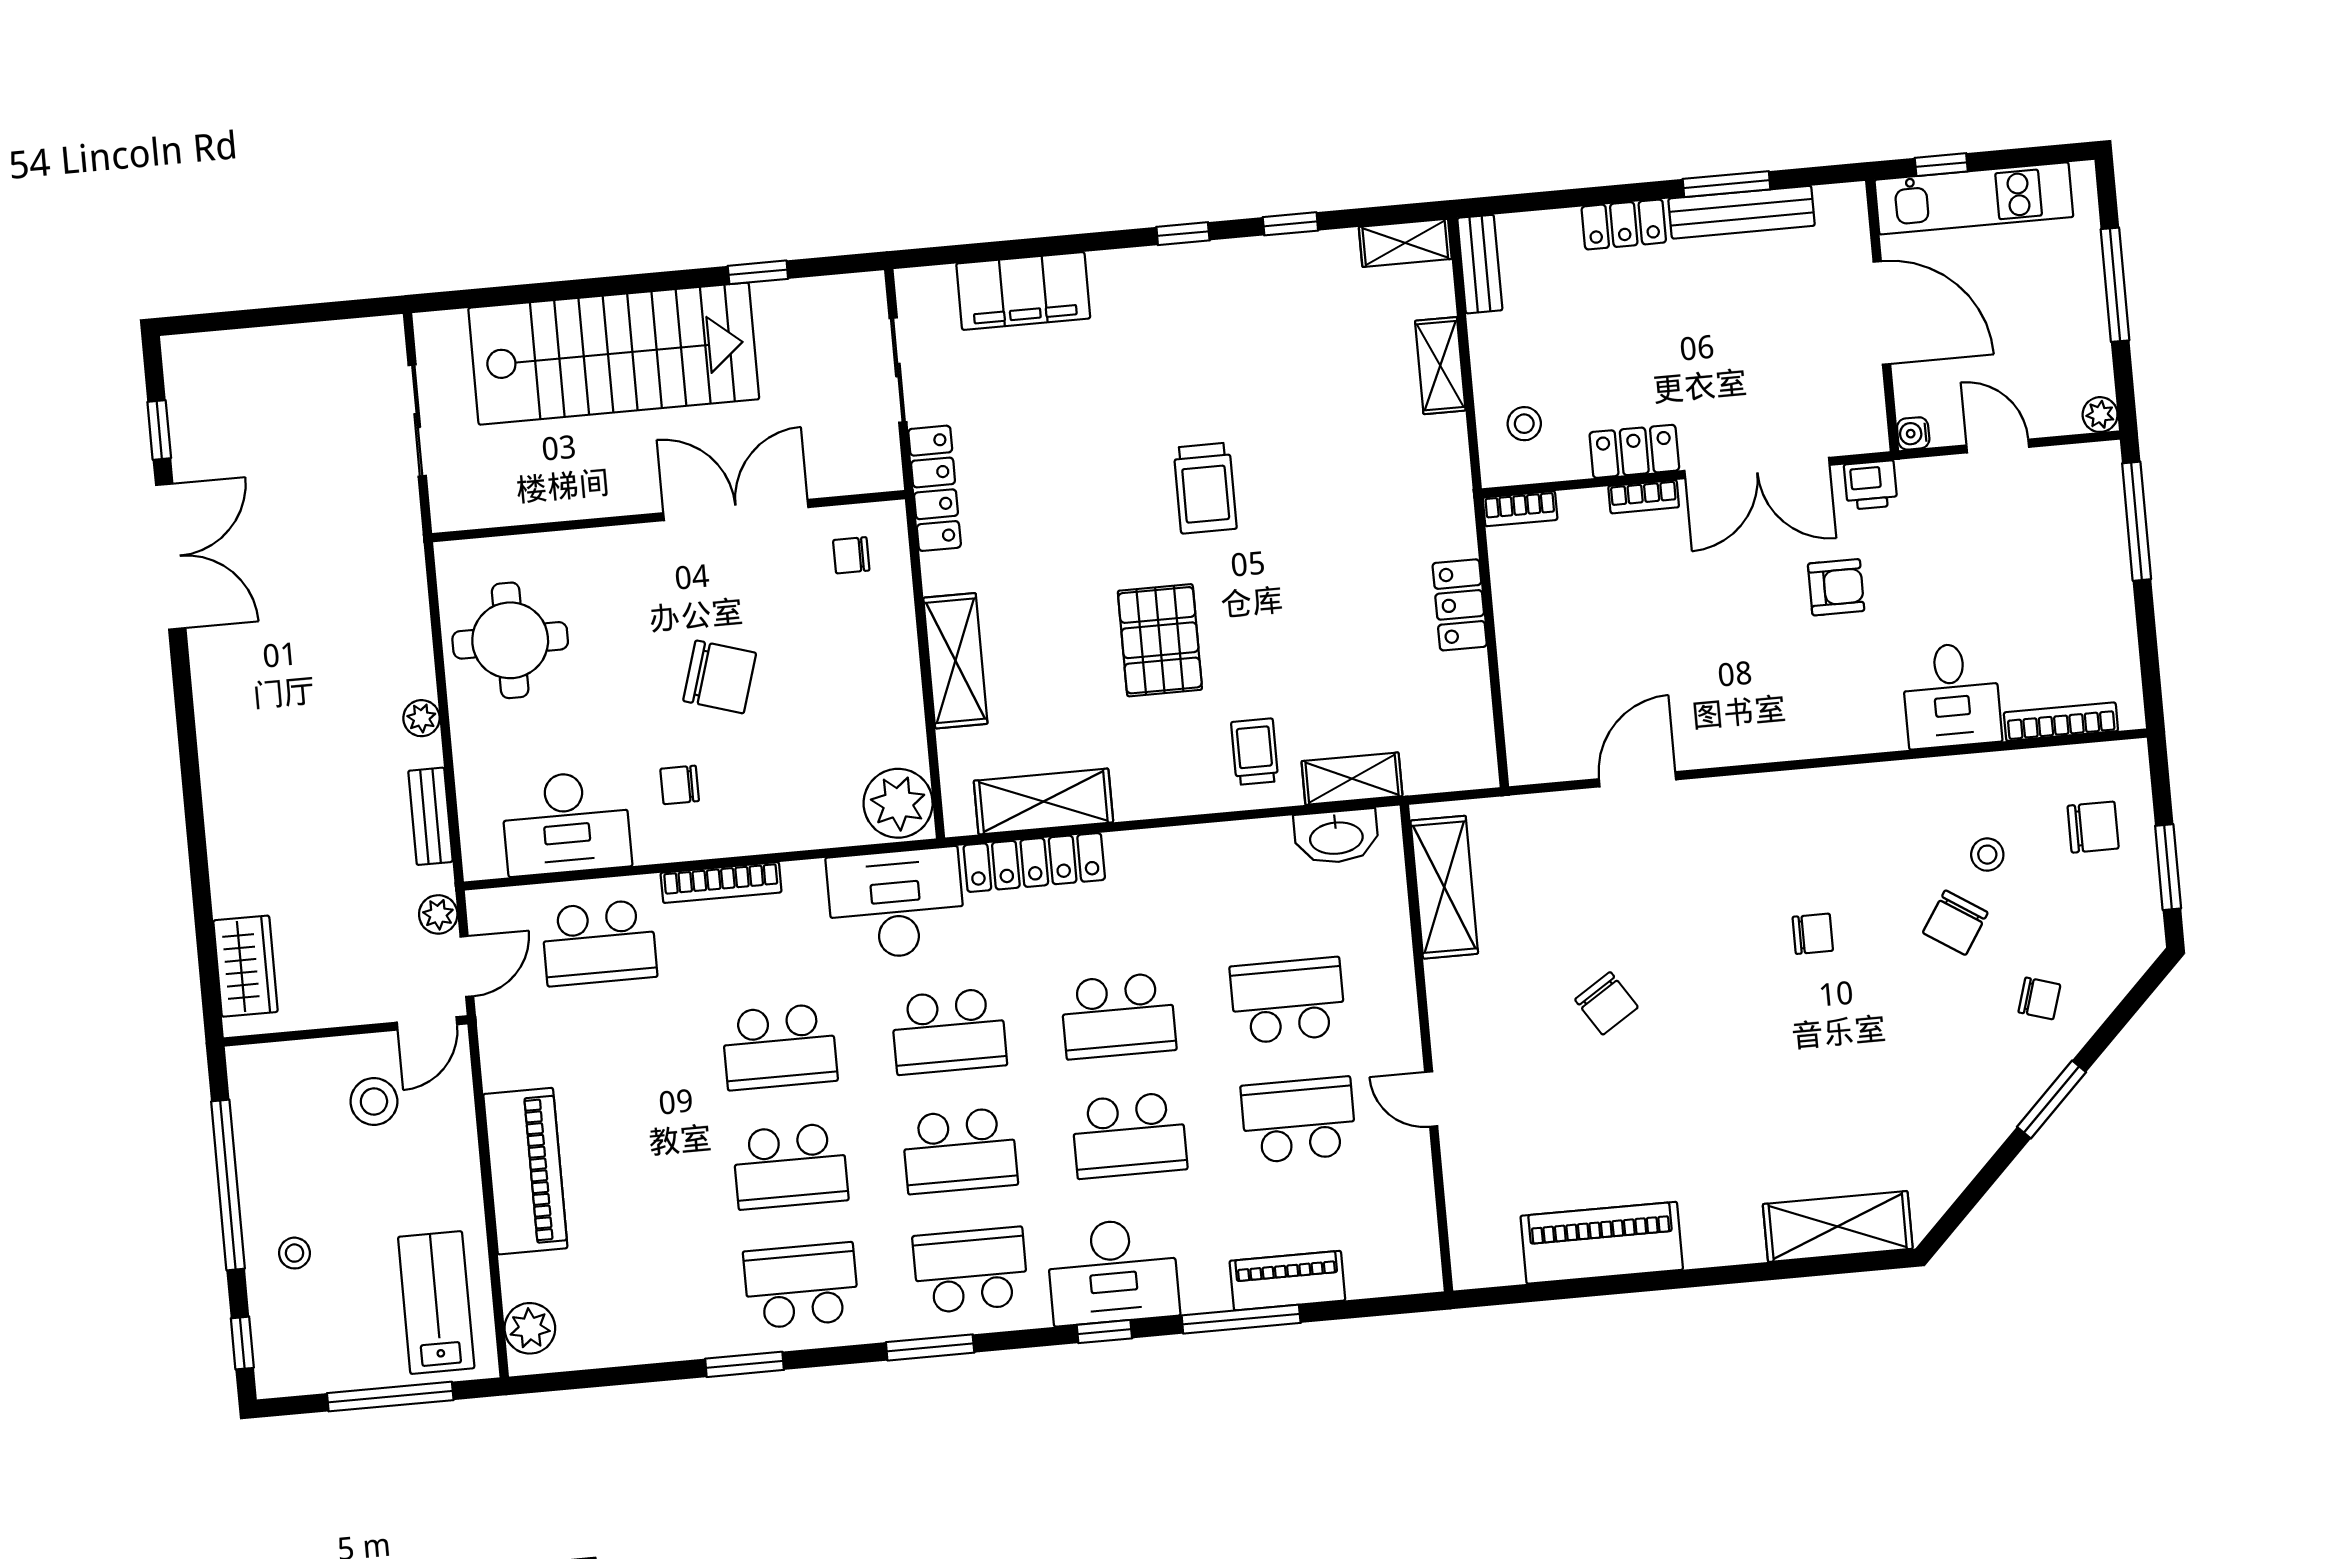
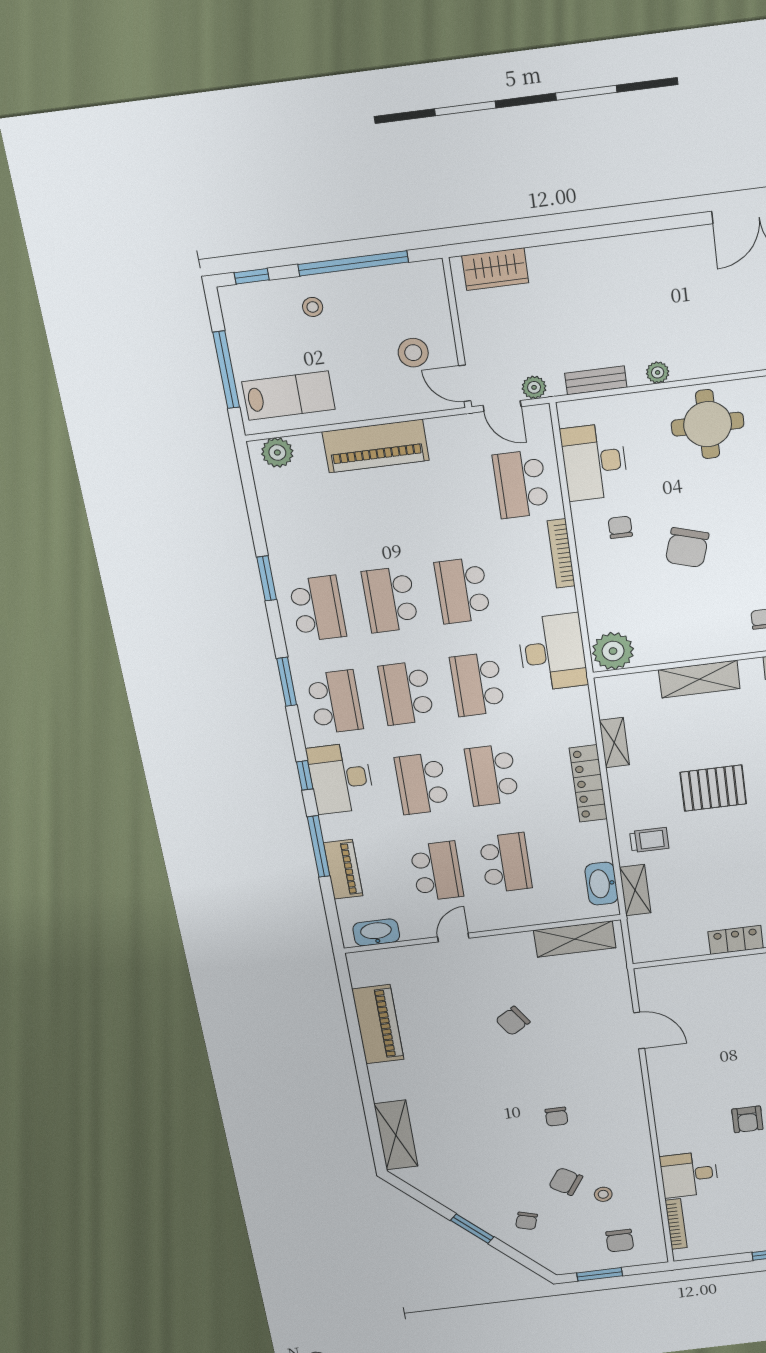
shelving: (1043, 802) -> (614, 743), width x0.67, depth x0.75
locker: (1034, 862) -> (588, 784), moved
washbasin: (1415, 1233) -> (376, 932), added

